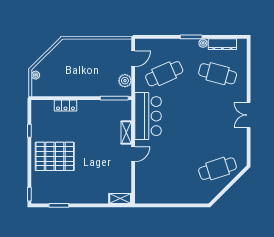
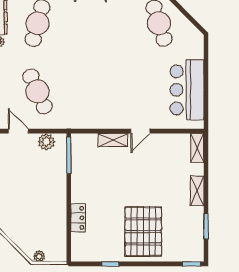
bar counter: (148, 116) -> (187, 90), moved, turned -90
door: (133, 154) -> (140, 131), swing flipped
shelving: (87, 198) -> (197, 191), added

